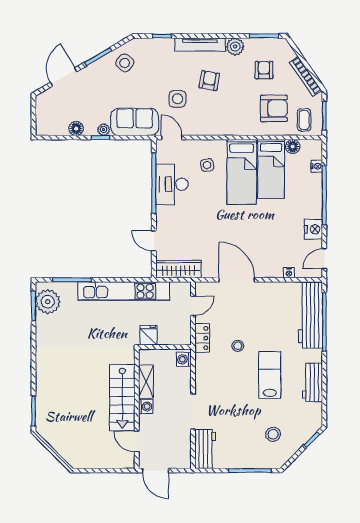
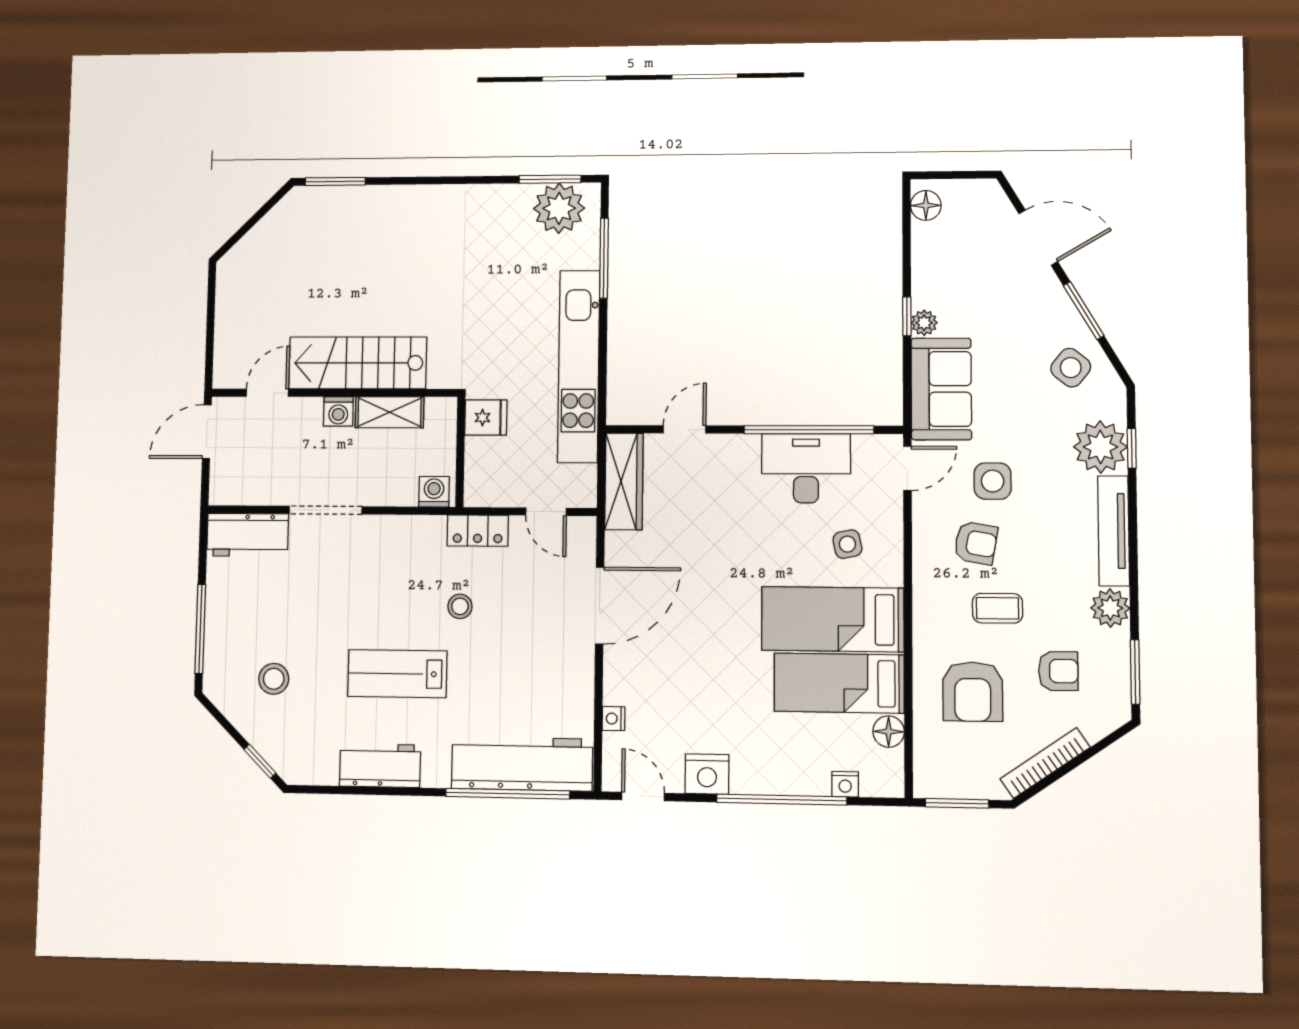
plant: (161, 50) -> (1100, 447), added
armchair: (209, 81) -> (976, 543), moved
coffee table: (304, 120) -> (998, 608), moved
floor lamp: (76, 129) -> (926, 205), moved
lab bench: (270, 375) -> (397, 674), turned 180

